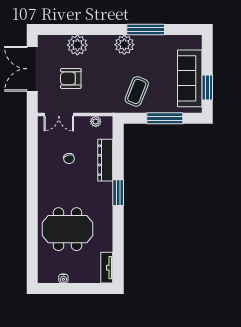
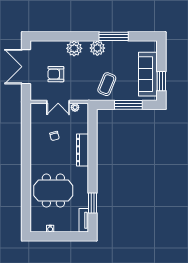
plant: (77, 45) -> (74, 48), moved
double door: (59, 114) -> (58, 102), moved
dresser: (105, 160) -> (82, 150), moved
window: (118, 193) -> (92, 203), moved

